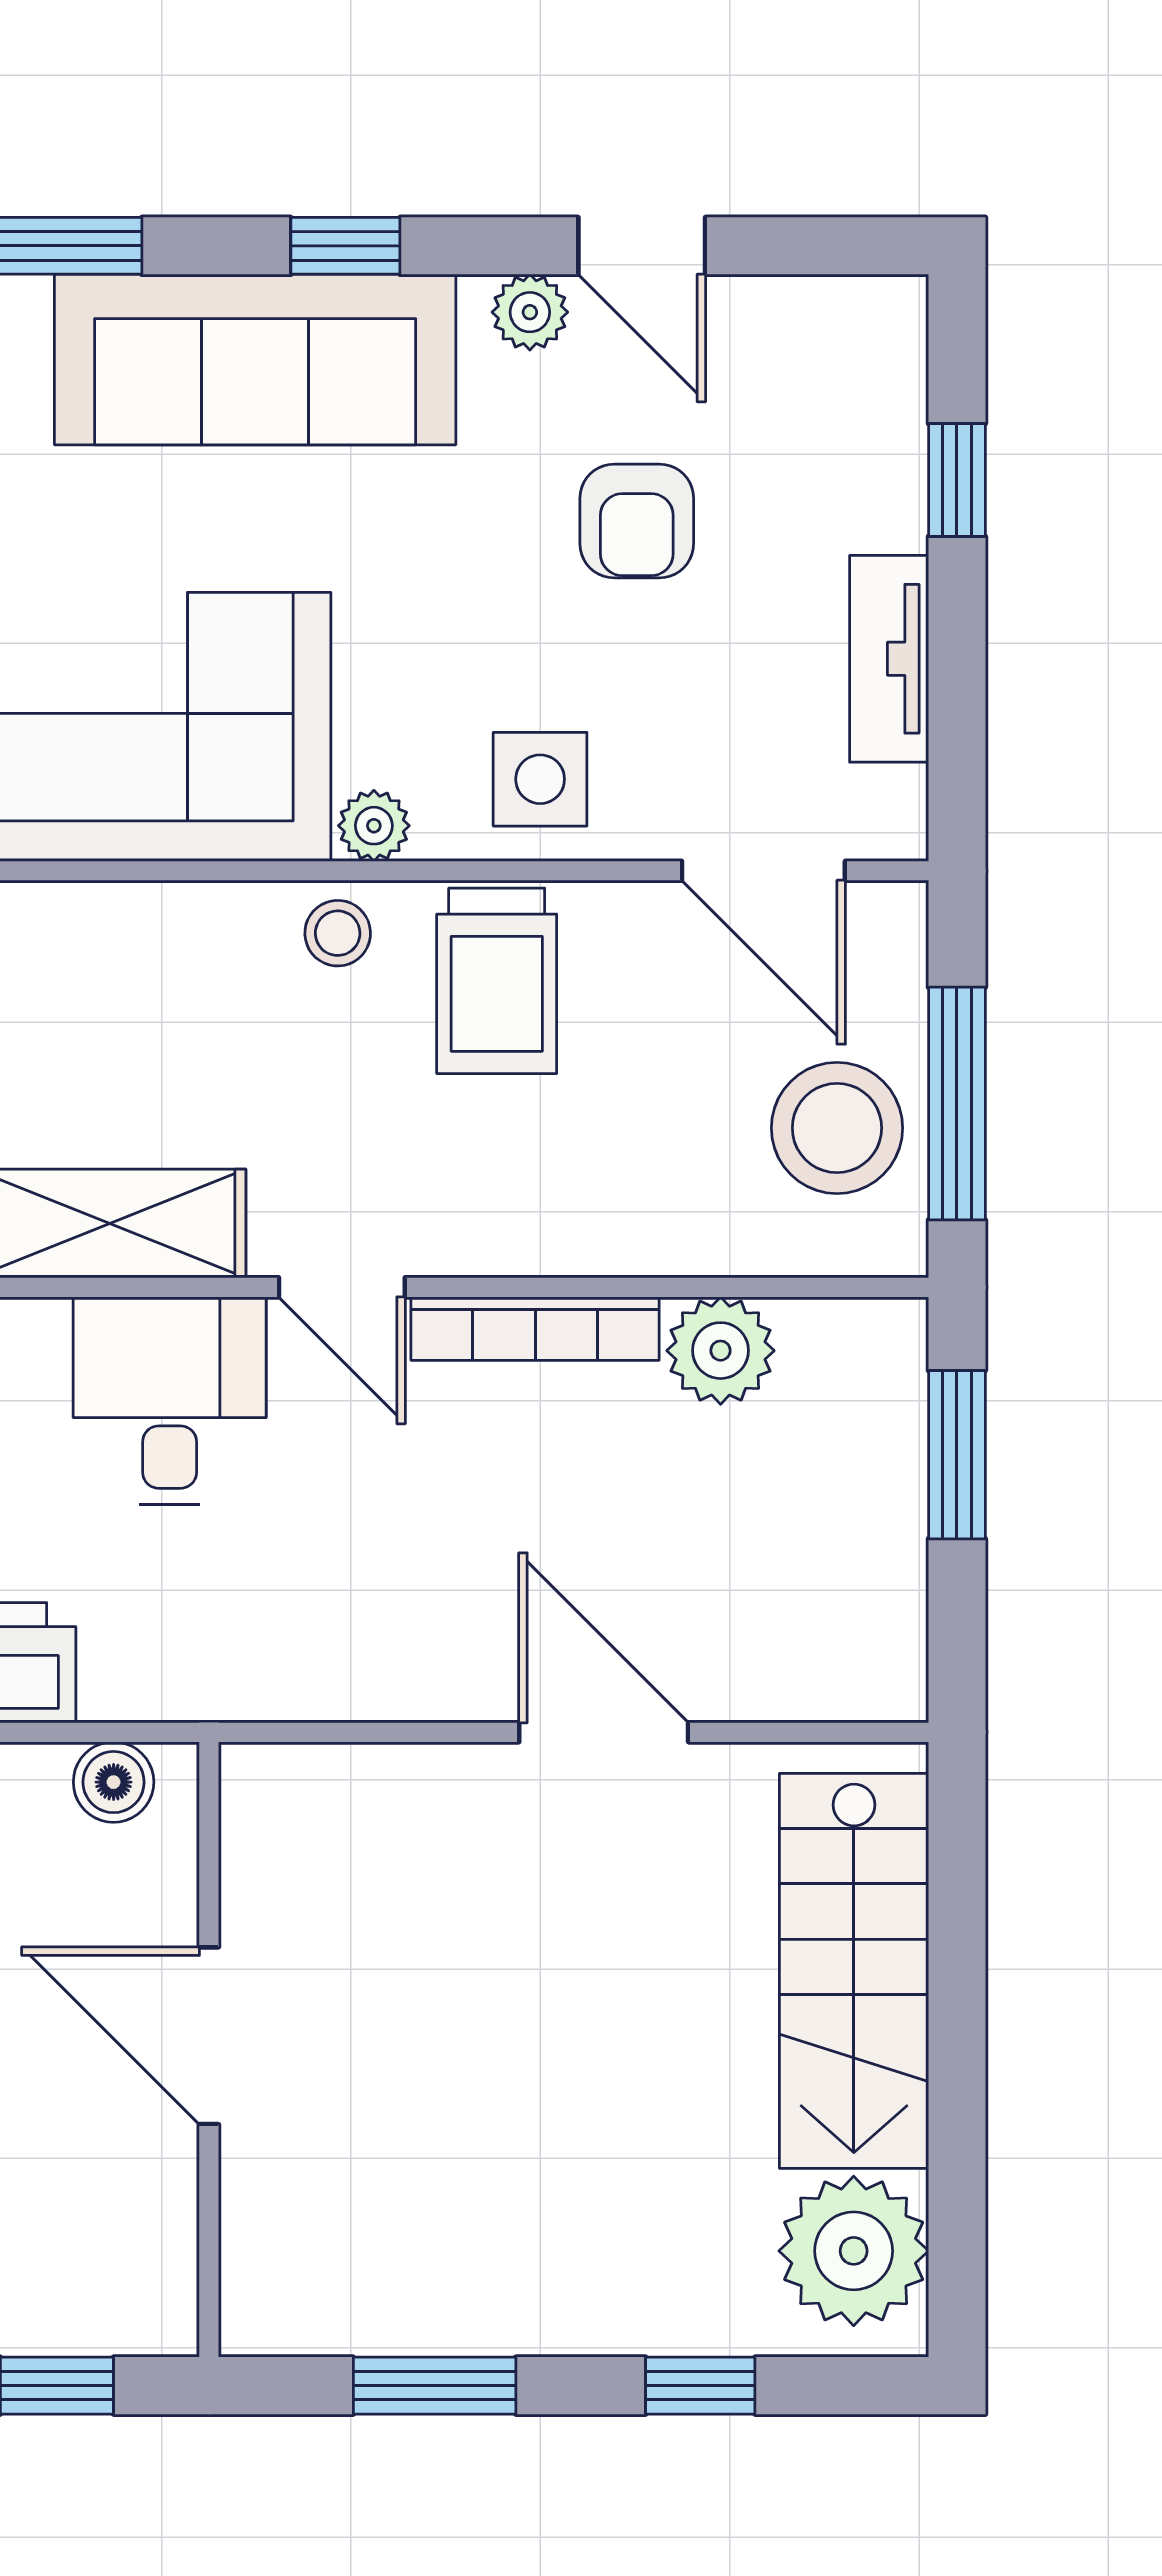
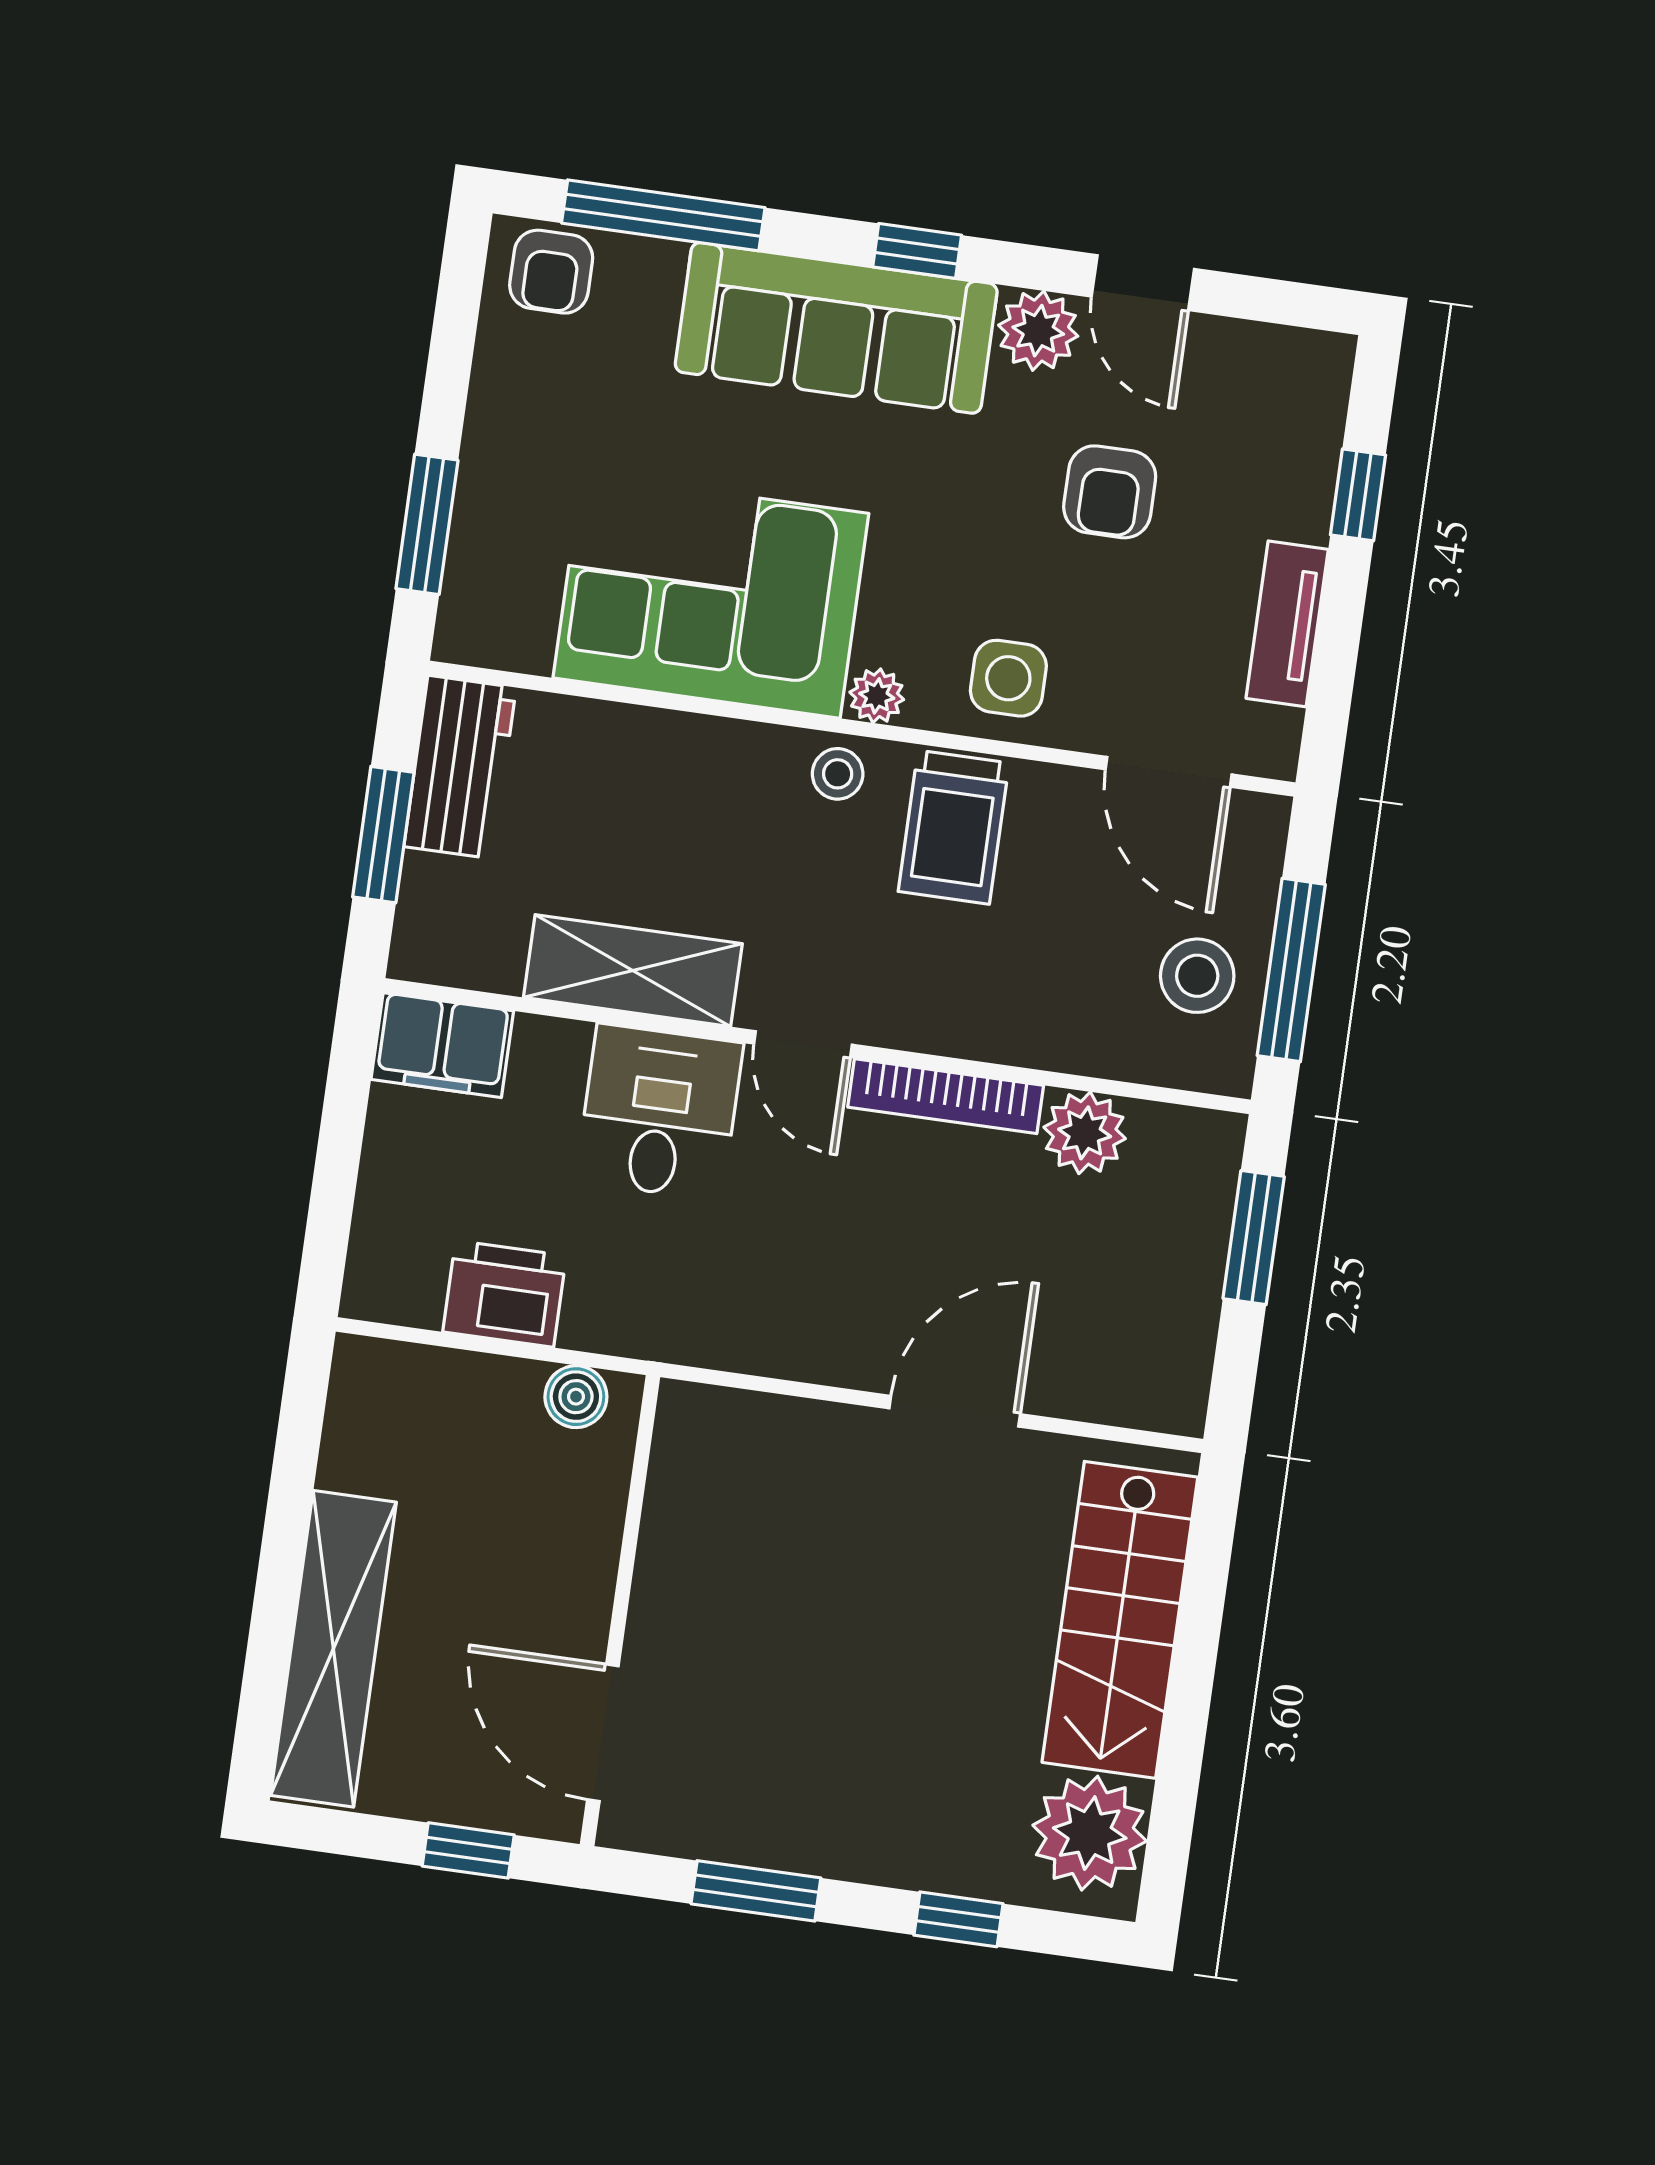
plant: (530, 312) -> (1038, 331), width x1.38, depth x1.38
stool: (837, 1128) -> (1197, 976), width x0.73, depth x0.73
door: (604, 1732) -> (955, 1411), hinge flipped
door: (209, 2036) -> (603, 1733), moved

